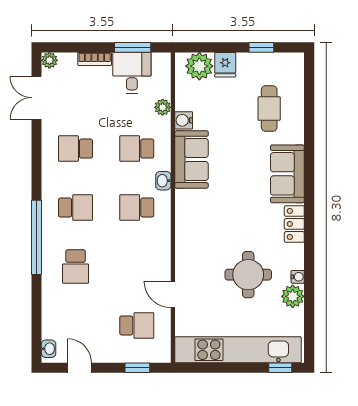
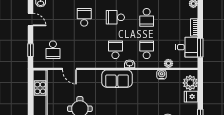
school desk: (76, 149) -> (147, 17), turned 180
sofa: (191, 159) -> (117, 79), moved
school desk: (76, 208) -> (115, 17), turned 90
school desk: (76, 266) -> (84, 17), turned 90
door: (173, 294) -> (69, 69), swing flipped
door: (80, 368) -> (31, 19), hinge flipped

